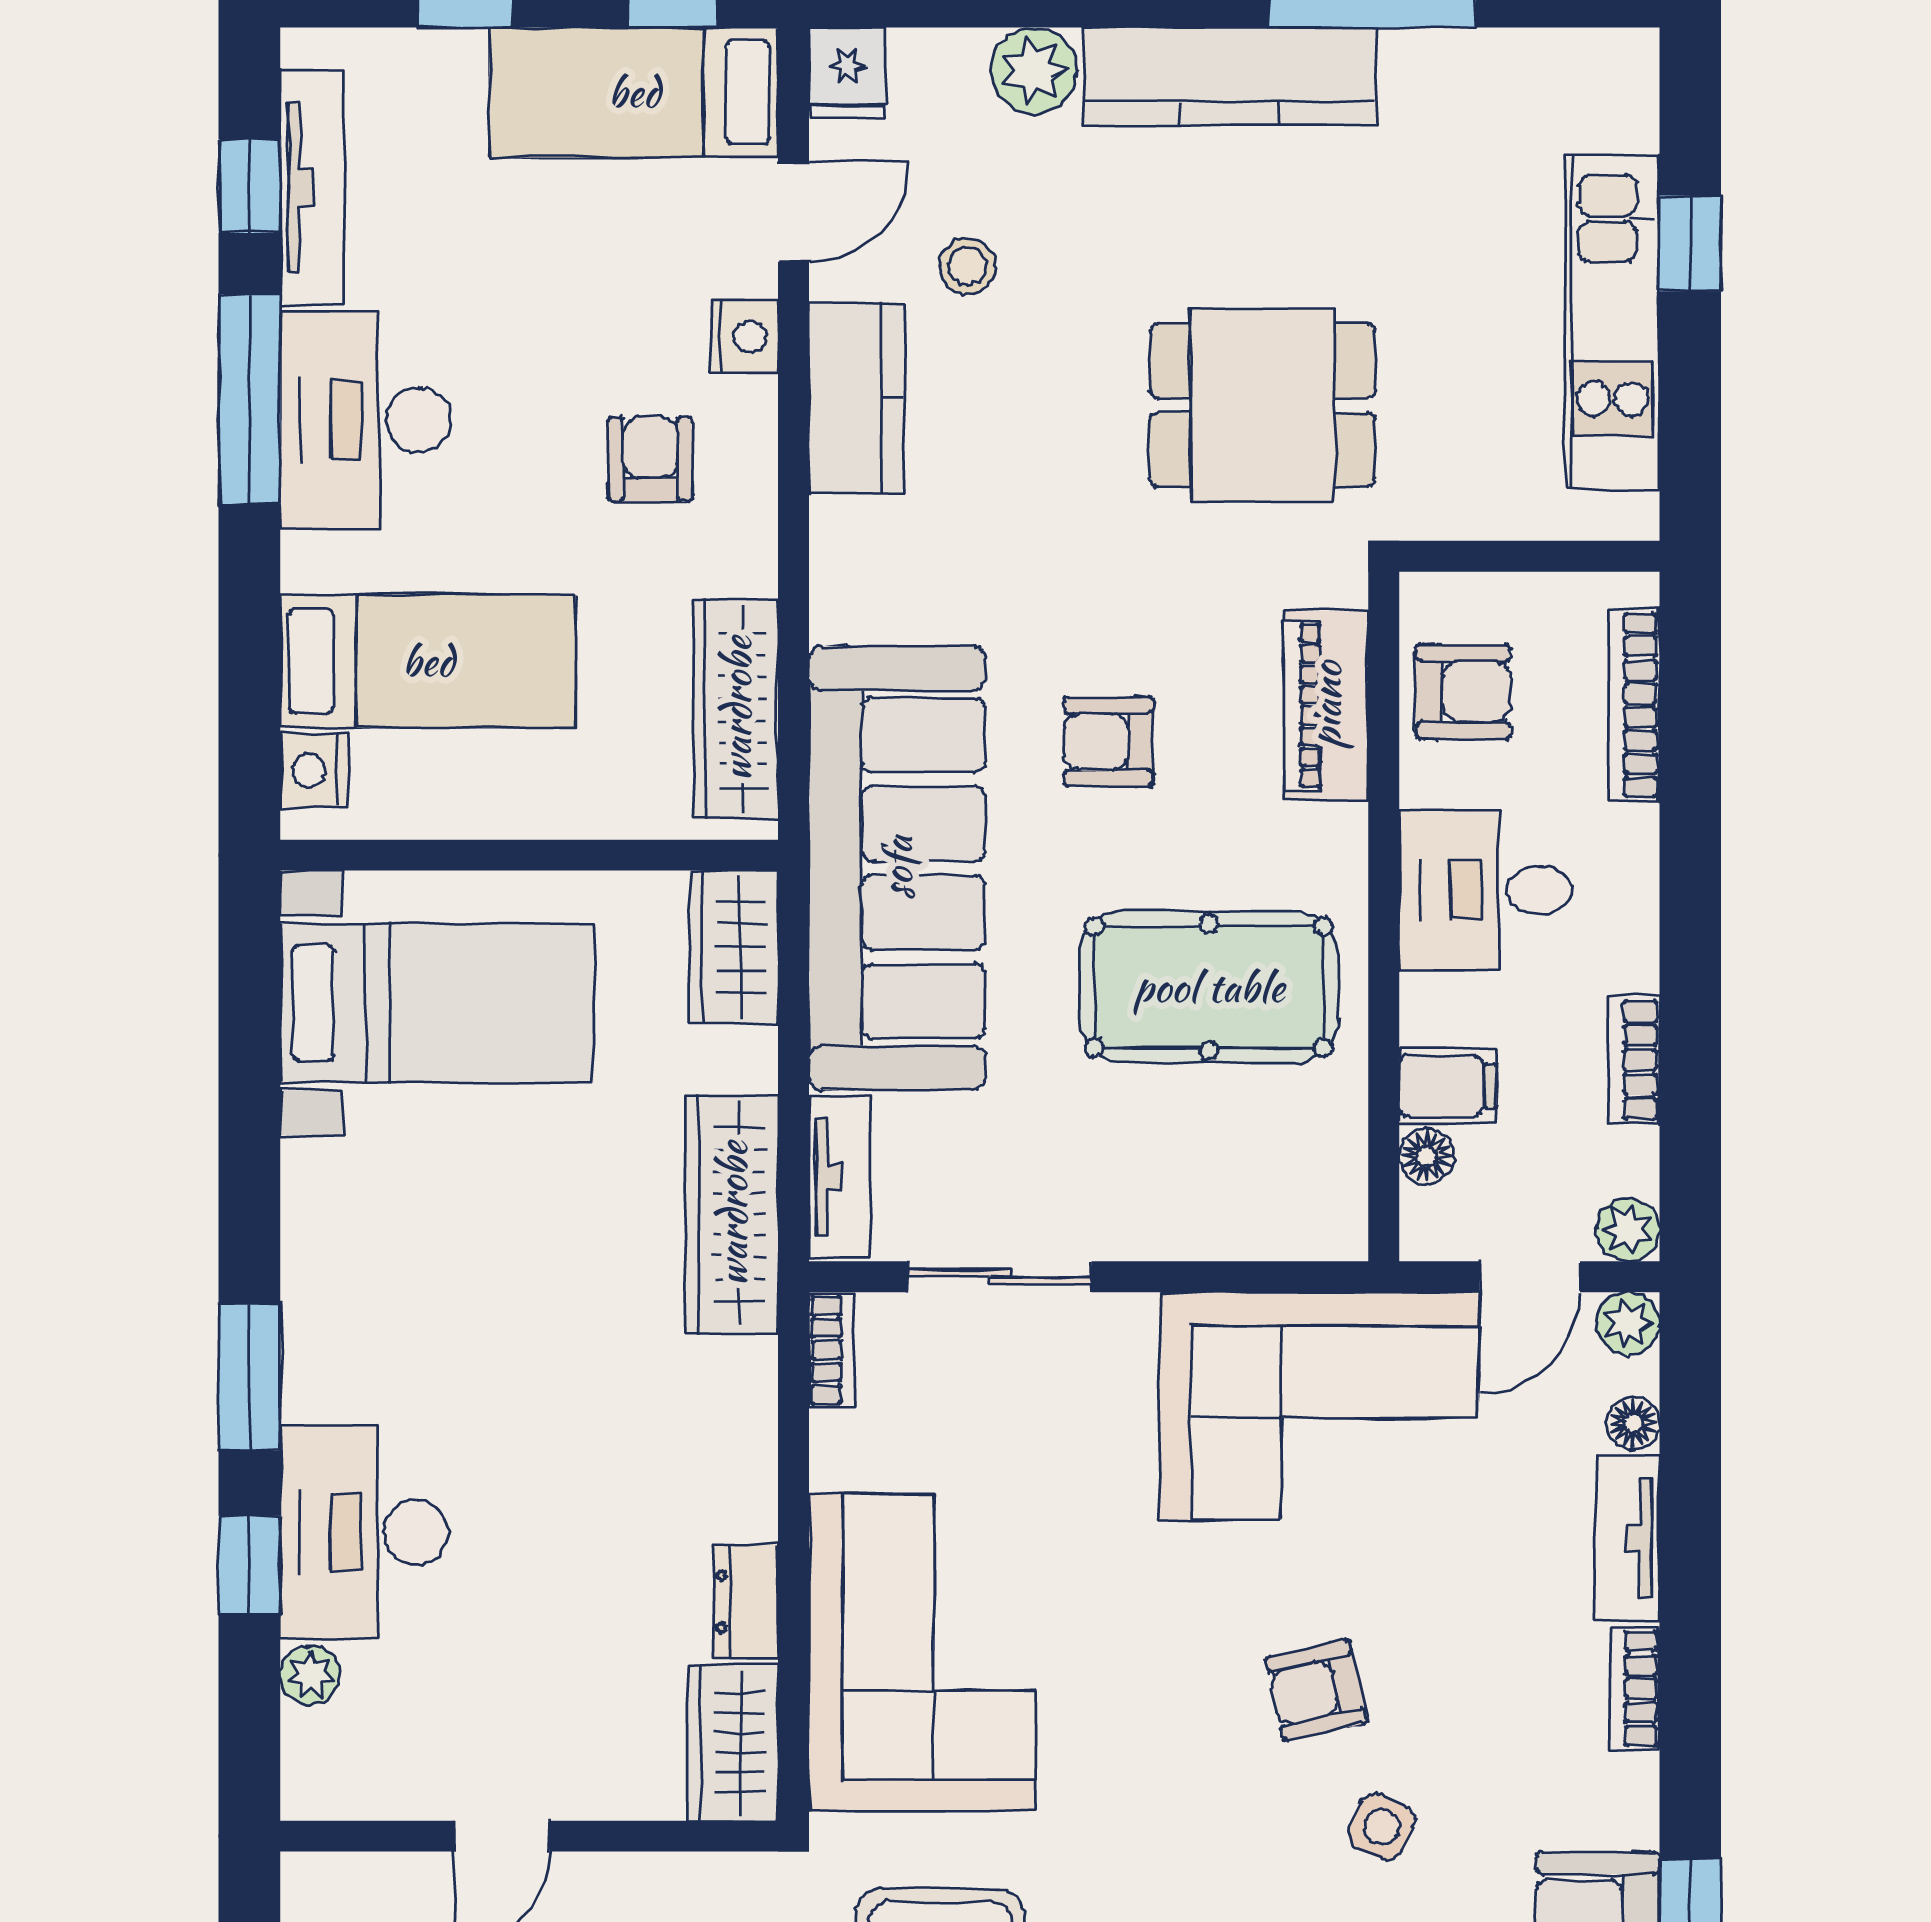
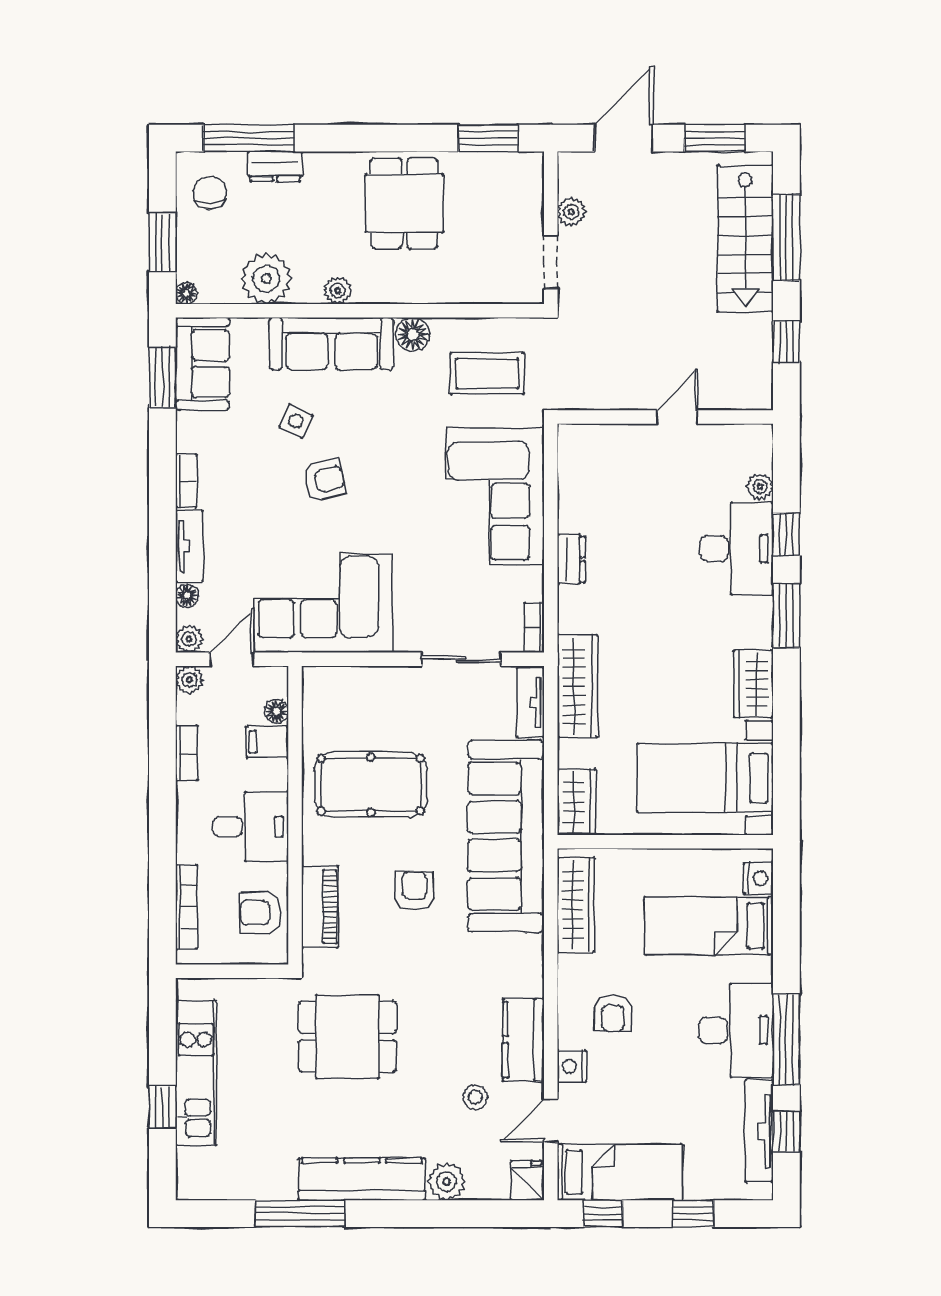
armchair: (1108, 742) -> (414, 891), turned -90
dresser: (746, 1602) -> (571, 559), moved
wardrobe: (733, 1743) -> (753, 684), moved, turned 180

